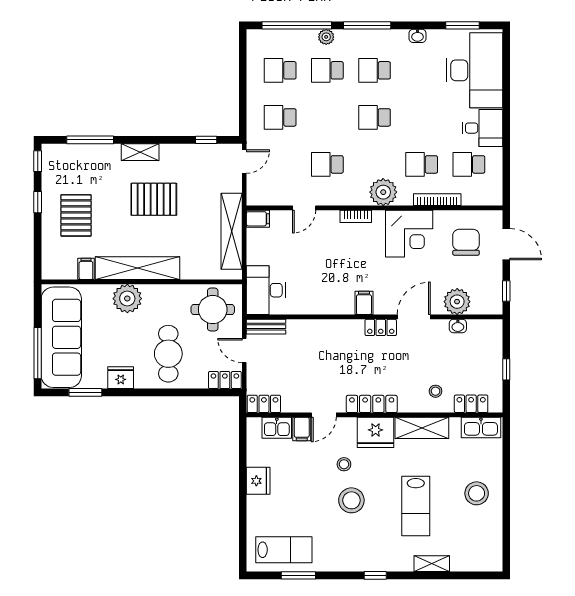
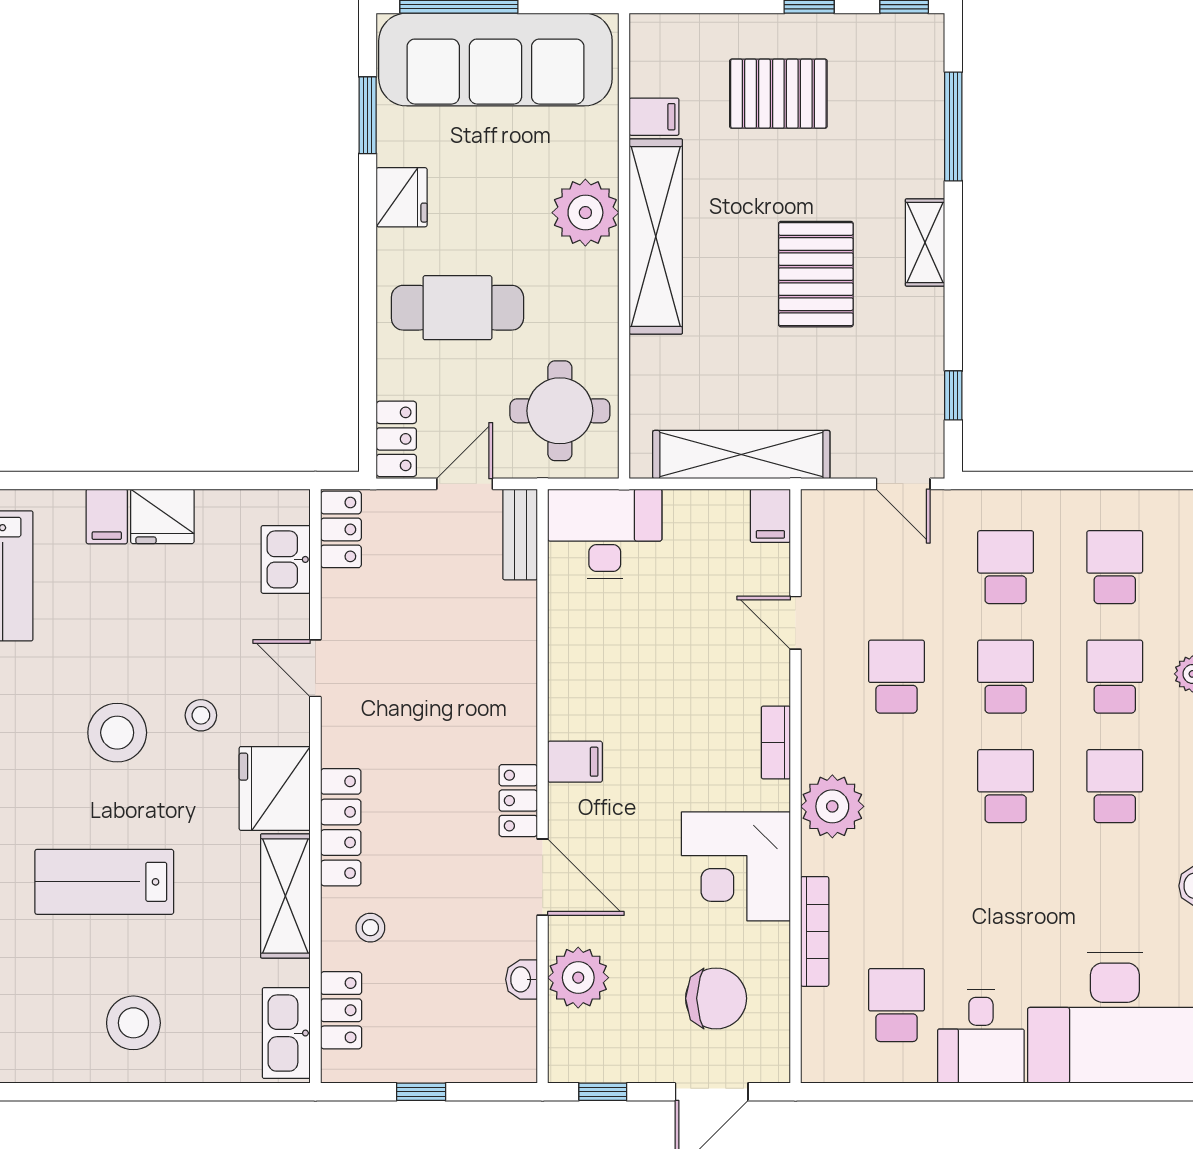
school desk: (422, 164) -> (1006, 677), moved
locker: (372, 404) -> (341, 827), moved
filing cabinet: (302, 429) -> (107, 516), moved, turned -90

